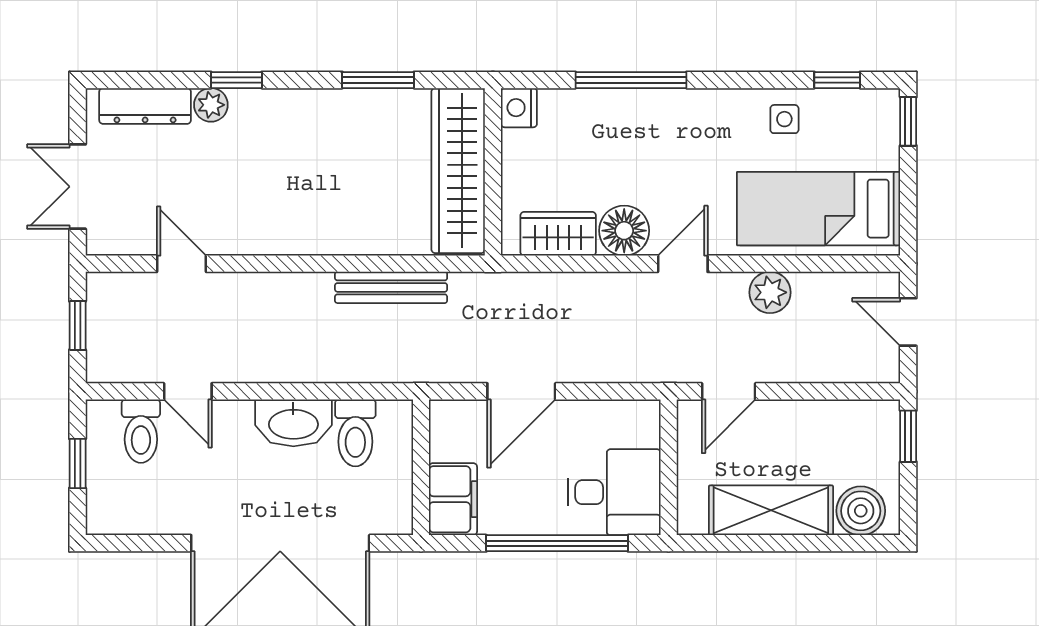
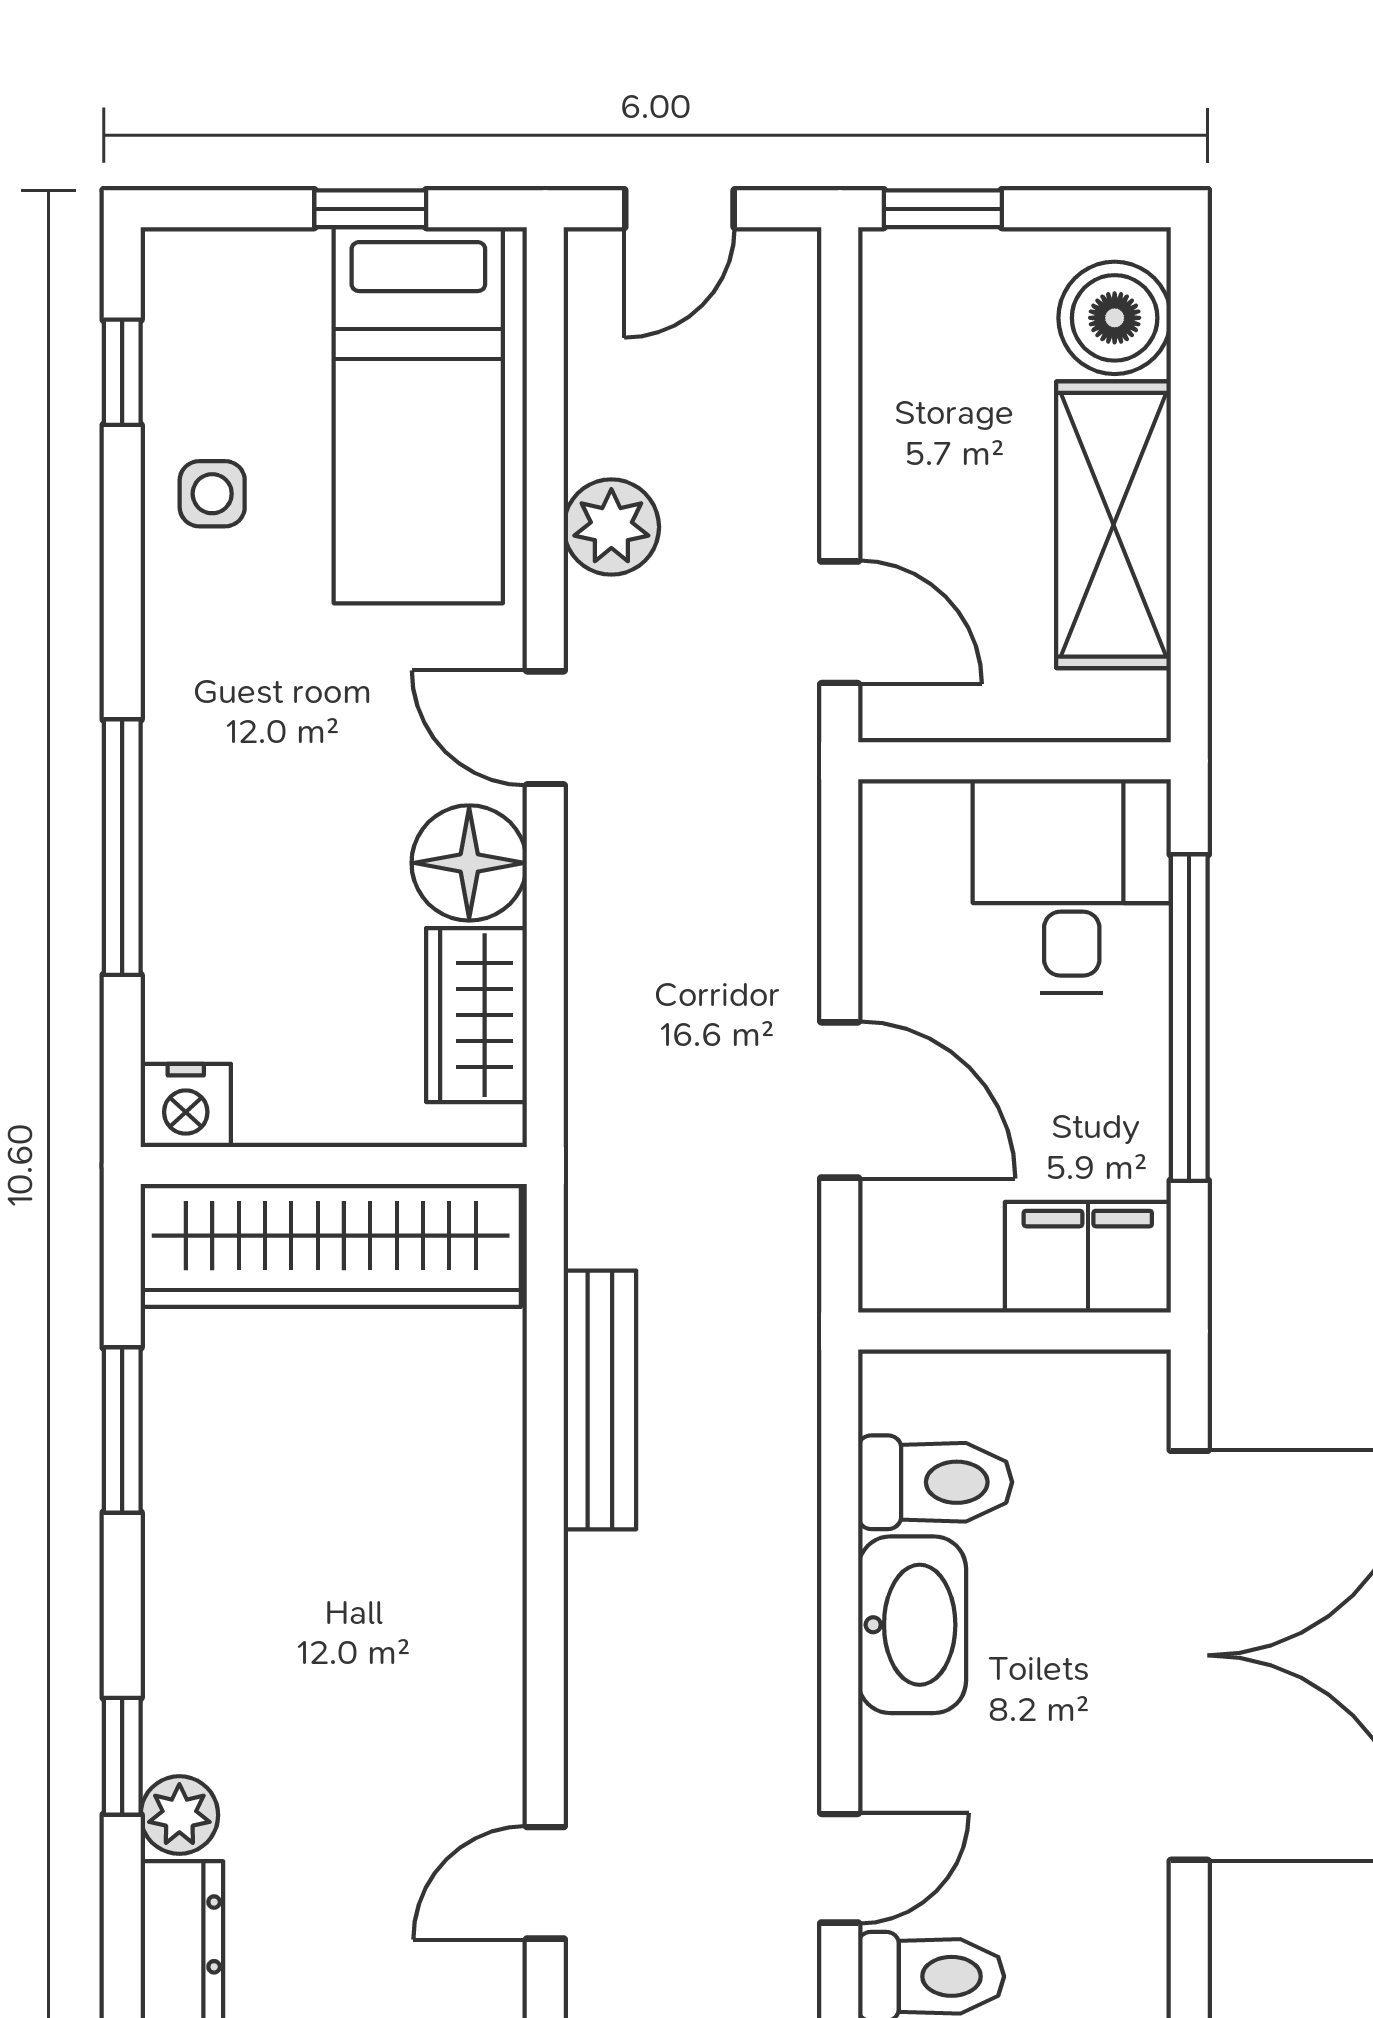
window: (908, 121) -> (370, 209), moved

